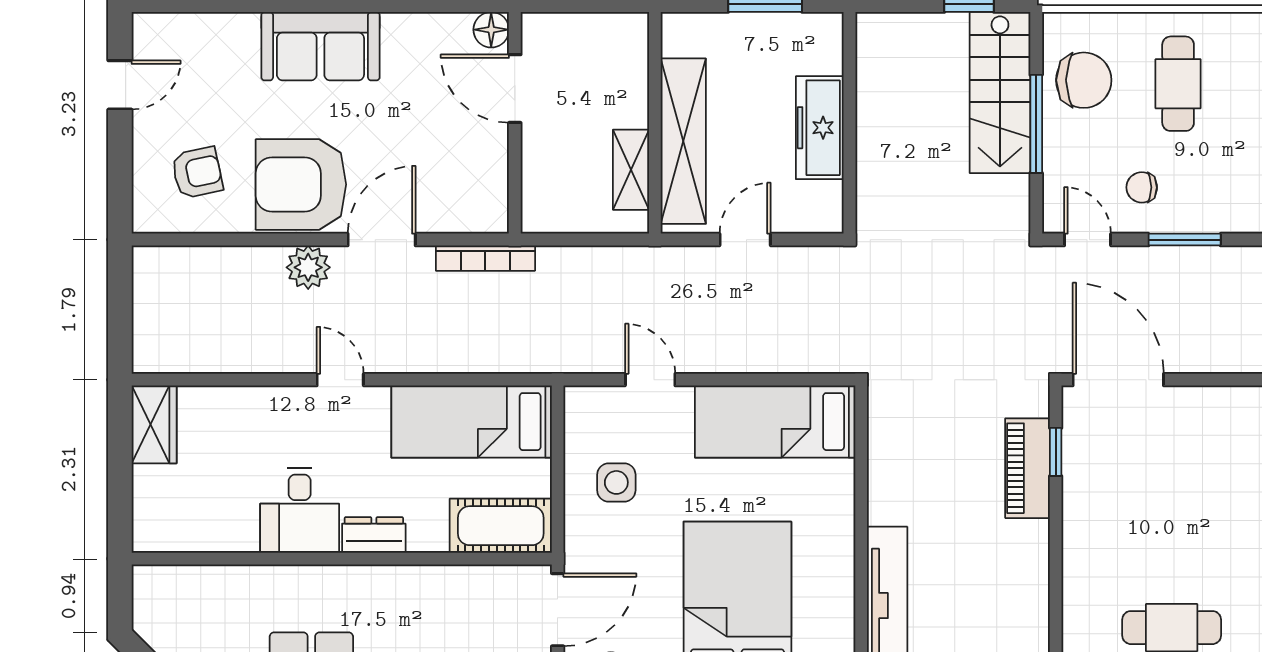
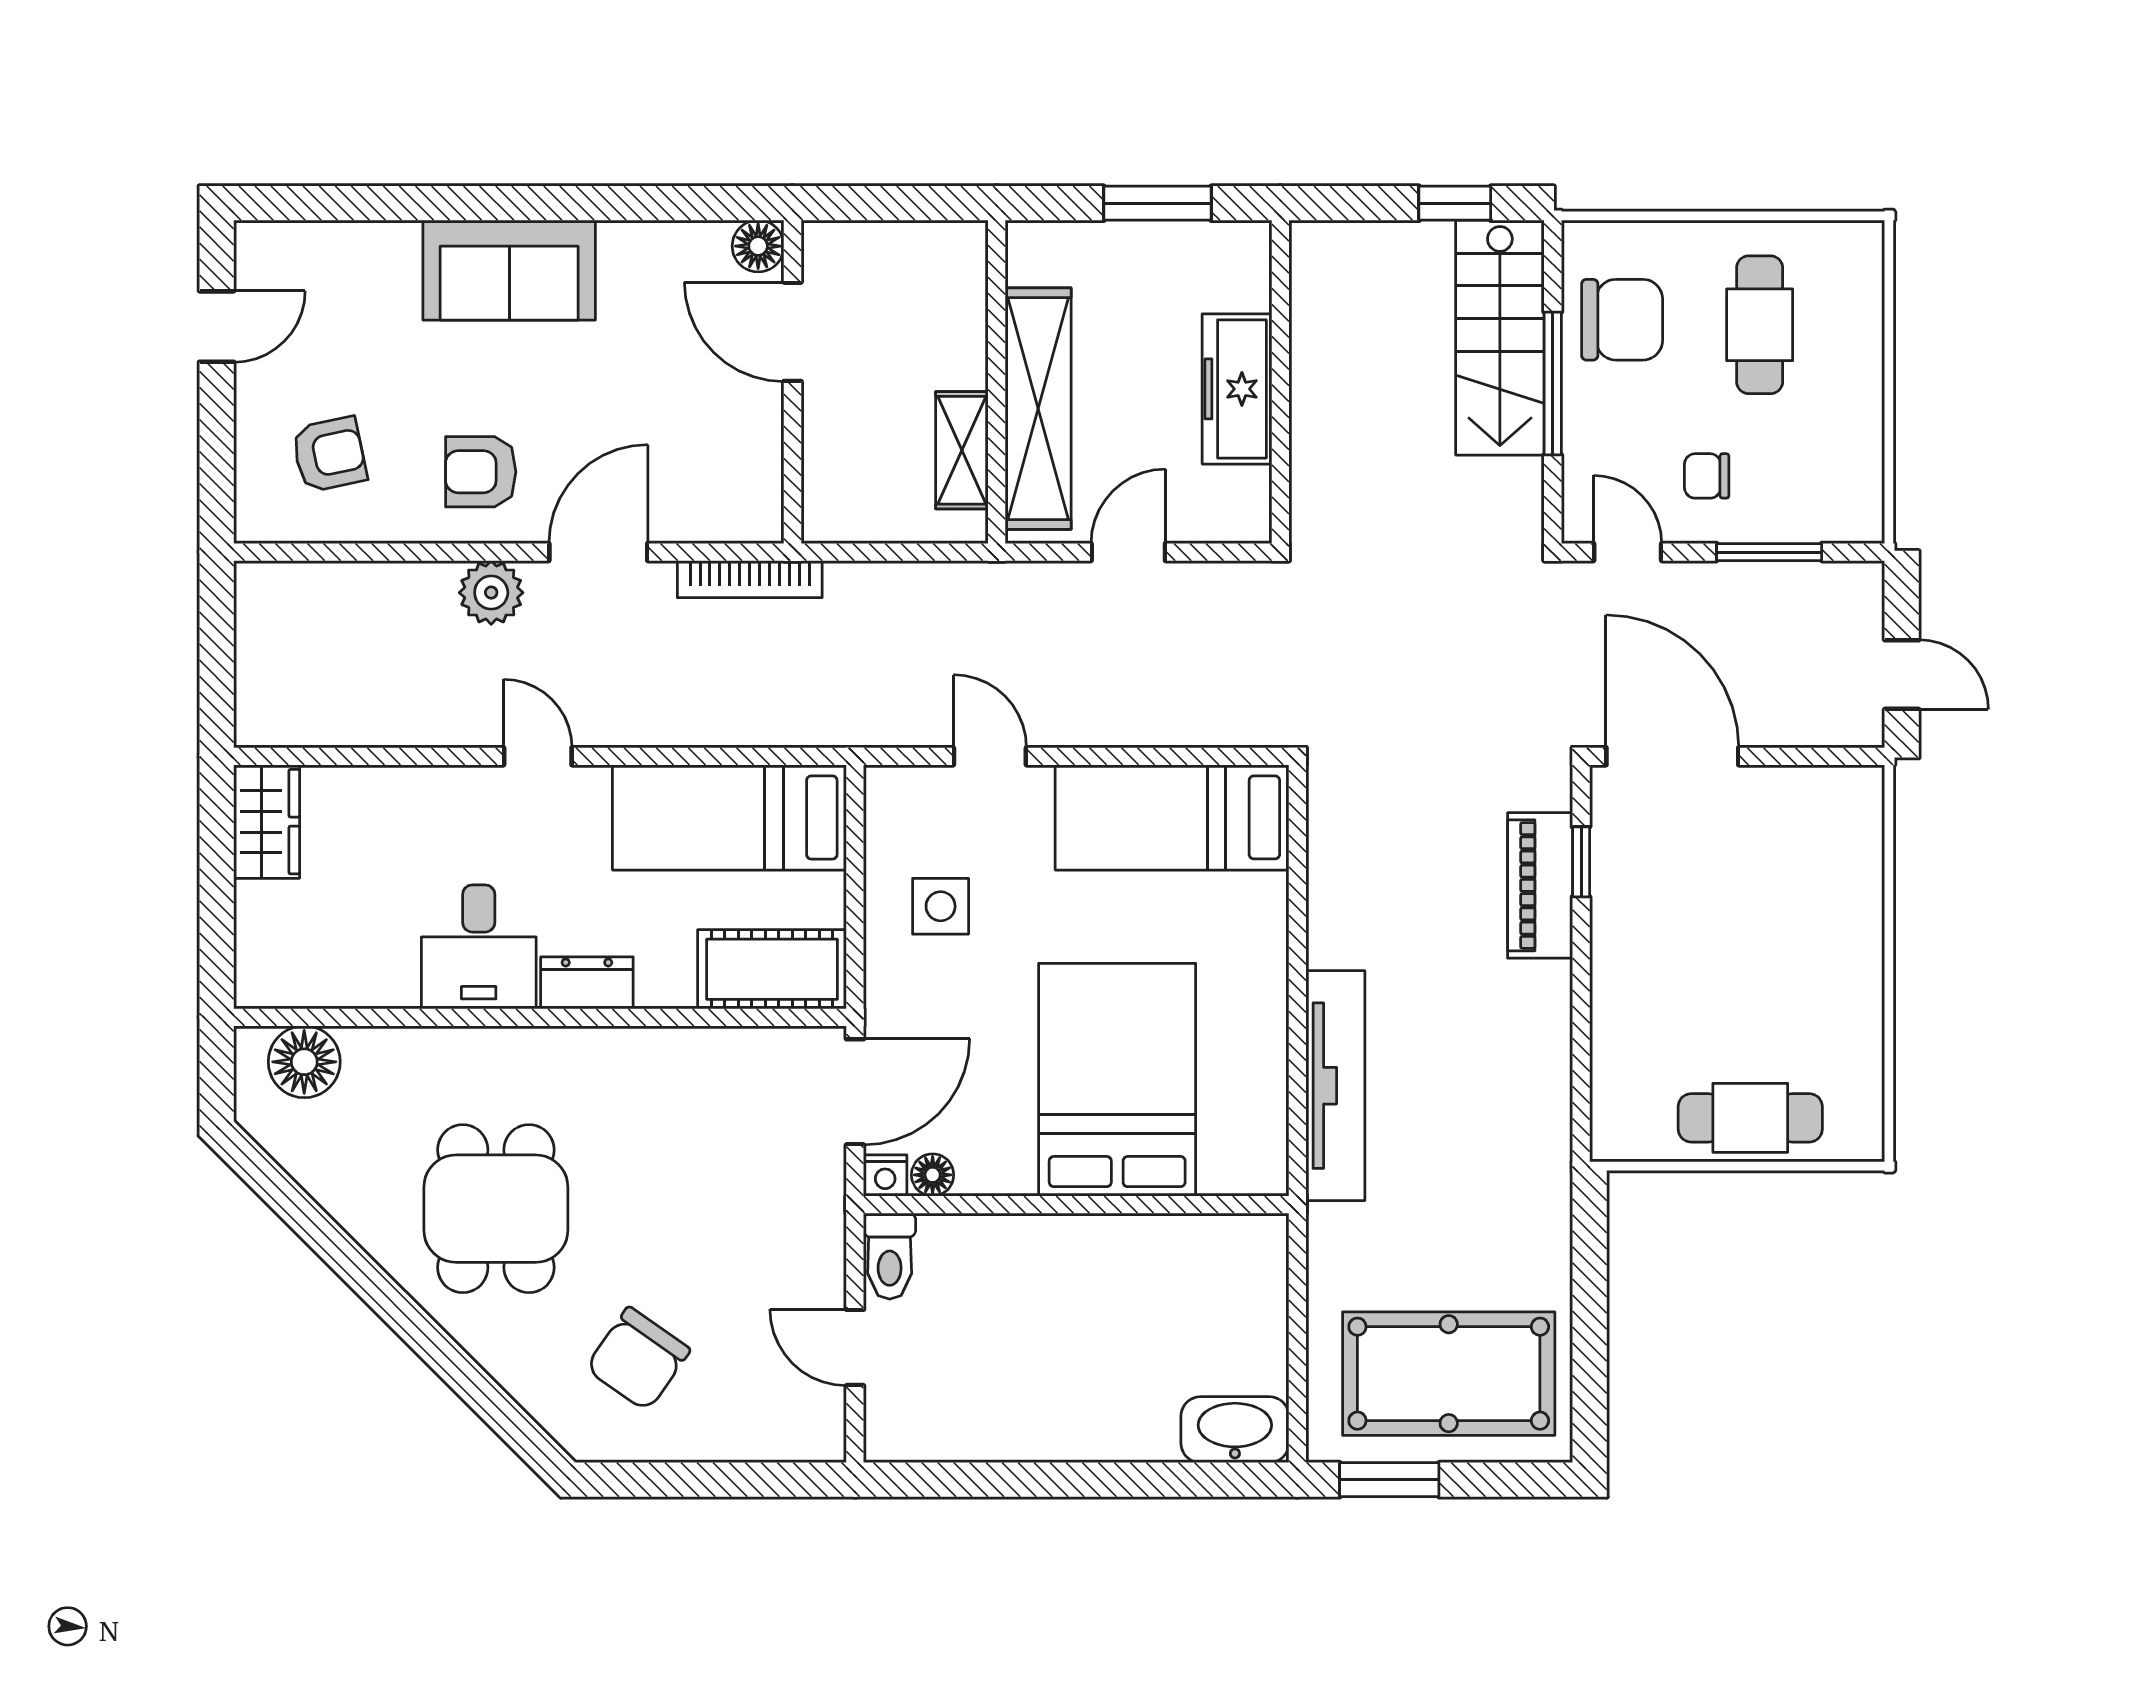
armchair: (301, 184) -> (481, 472), width x0.53, depth x0.53
floor lamp: (180, 589) -> (304, 1062), added

